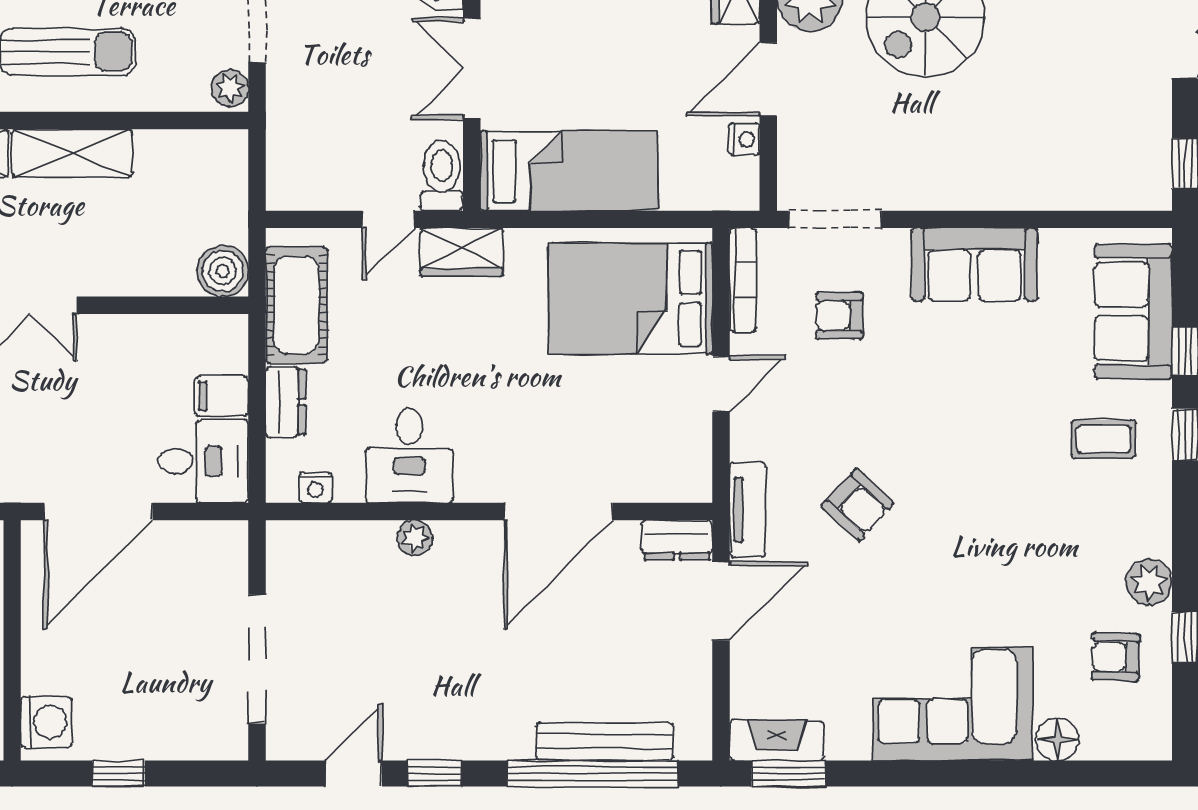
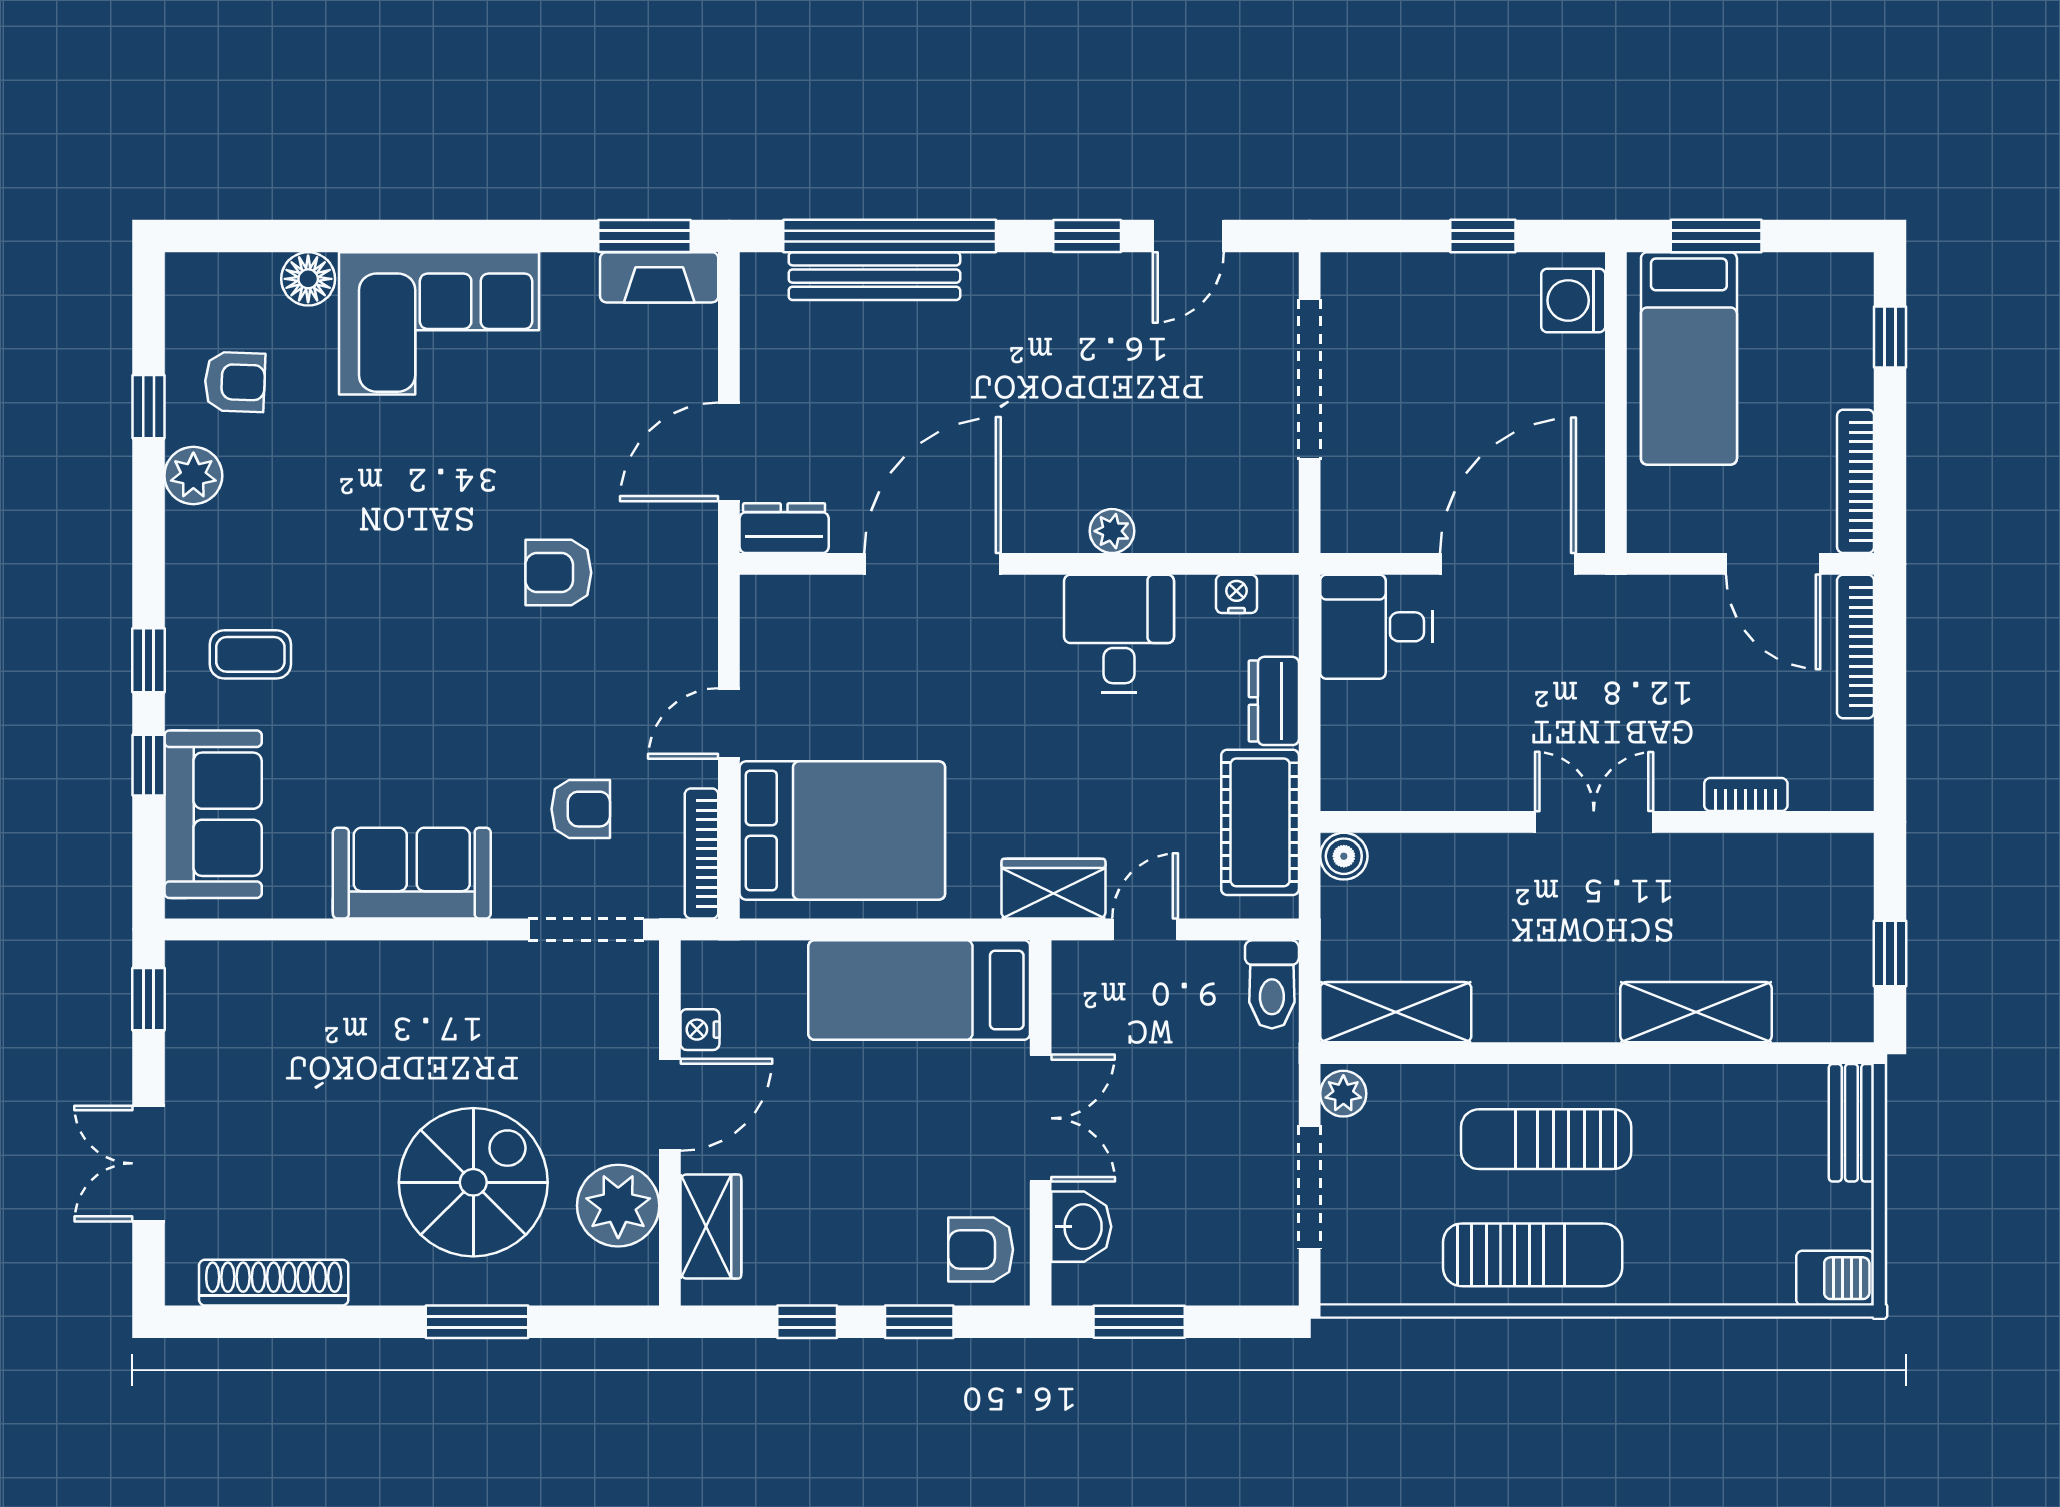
shelving: (72, 153) -> (1396, 1012), moved
toilet: (442, 175) -> (1272, 984), moved
boiler: (223, 271) -> (1344, 856), width x0.73, depth x0.73
filing cabinet: (222, 396) -> (1354, 708), removed
armchair: (857, 505) -> (558, 573), turned -43
tv unit: (748, 510) -> (696, 566), removed

